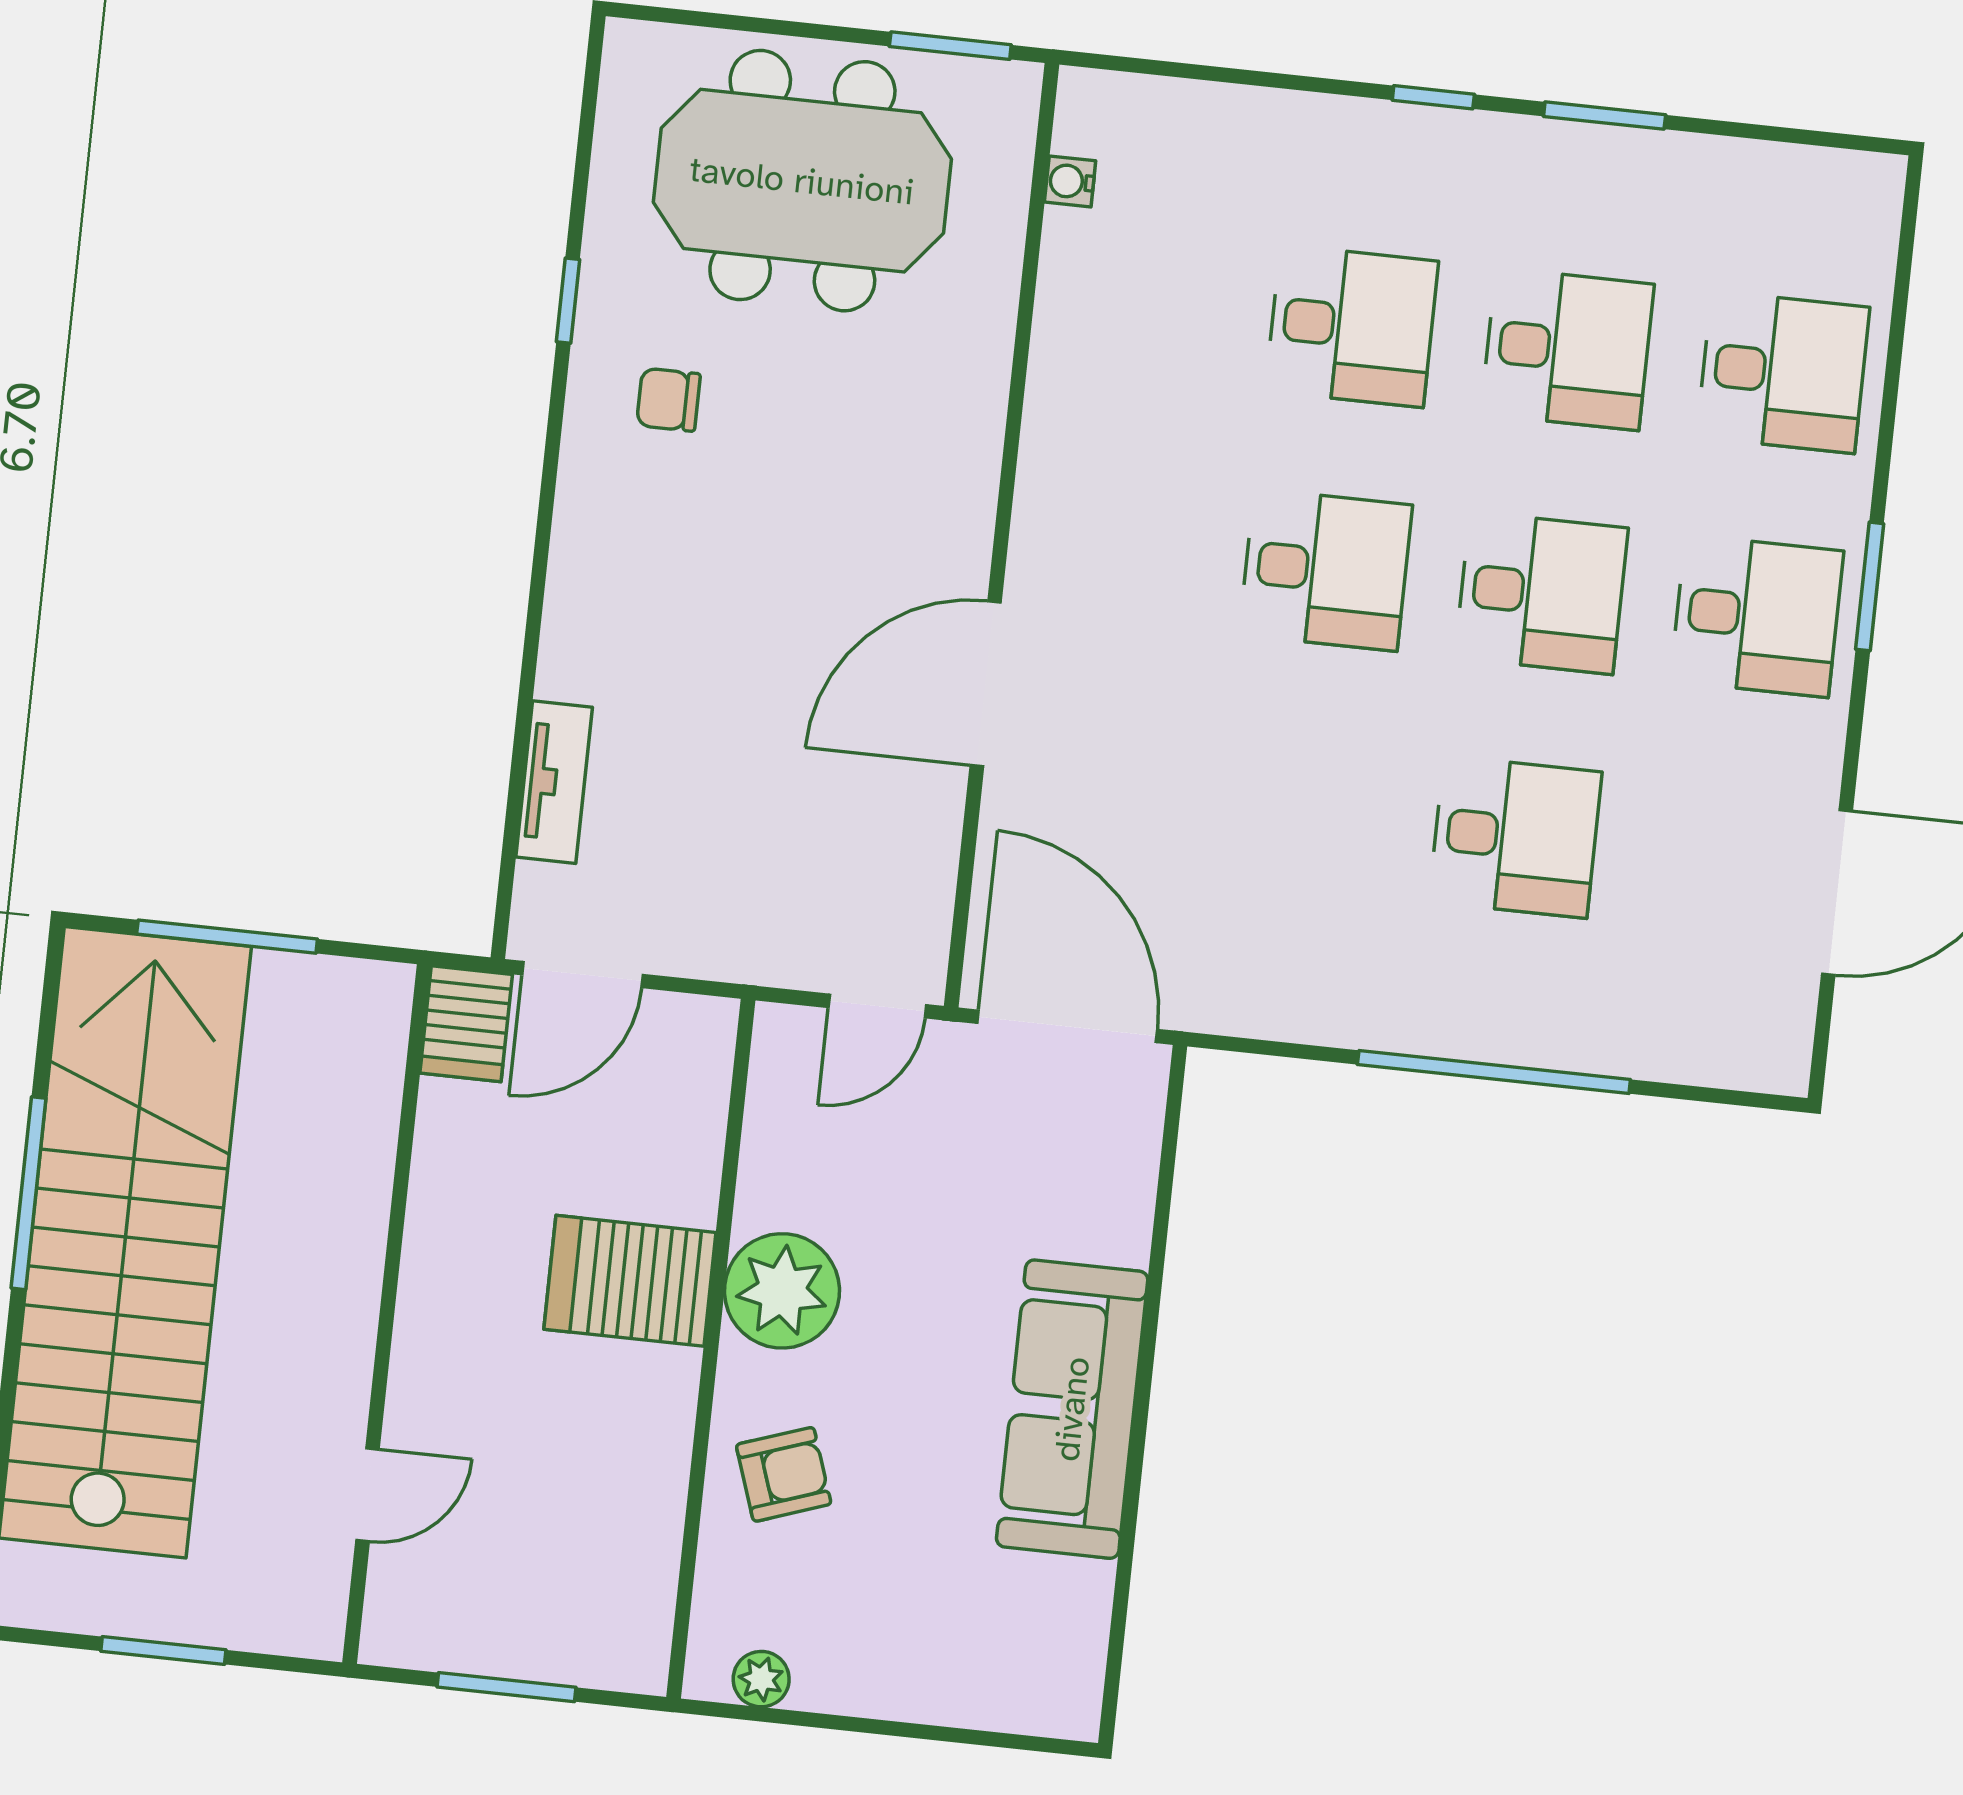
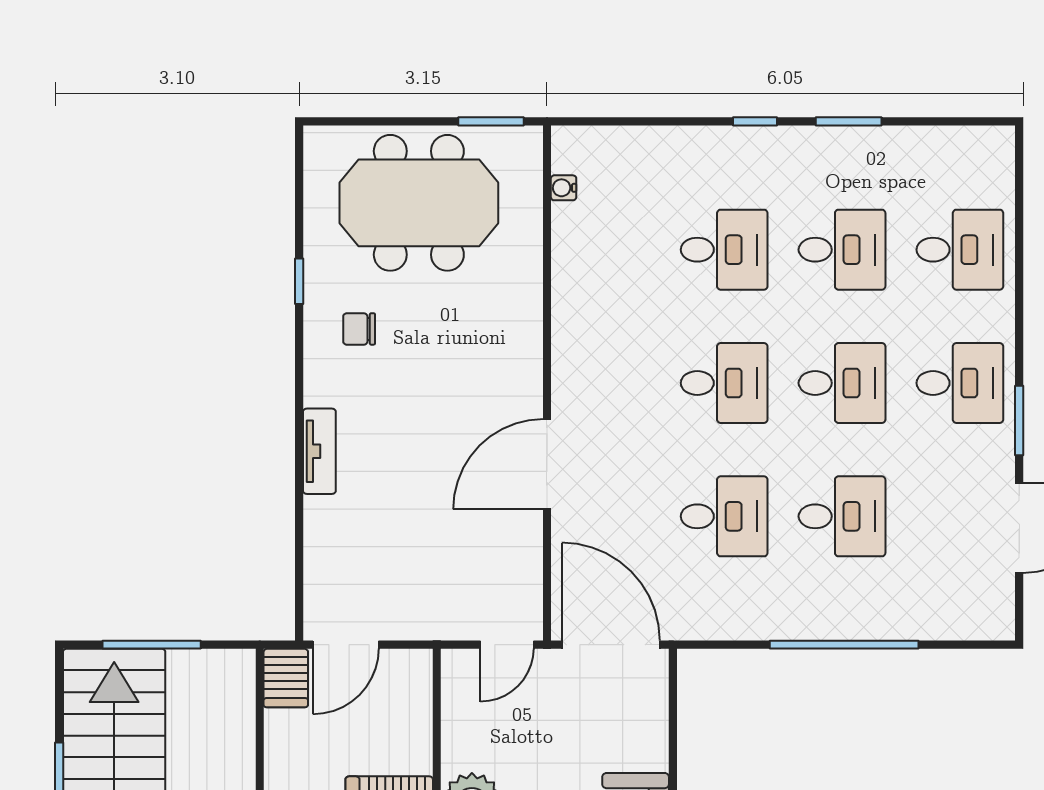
window: (1870, 586) -> (1019, 421), moved
tv unit: (554, 782) -> (319, 451), moved
desk: (1300, 814) -> (724, 516), added

